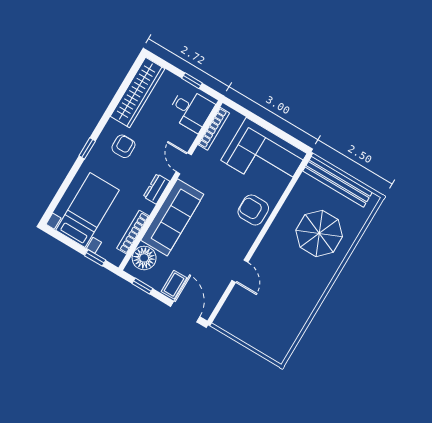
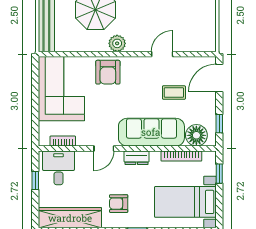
bookcase: (214, 129) -> (63, 141), width x0.64
plant: (275, 235) -> (117, 43), added
coffee table: (174, 285) -> (174, 93), moved

